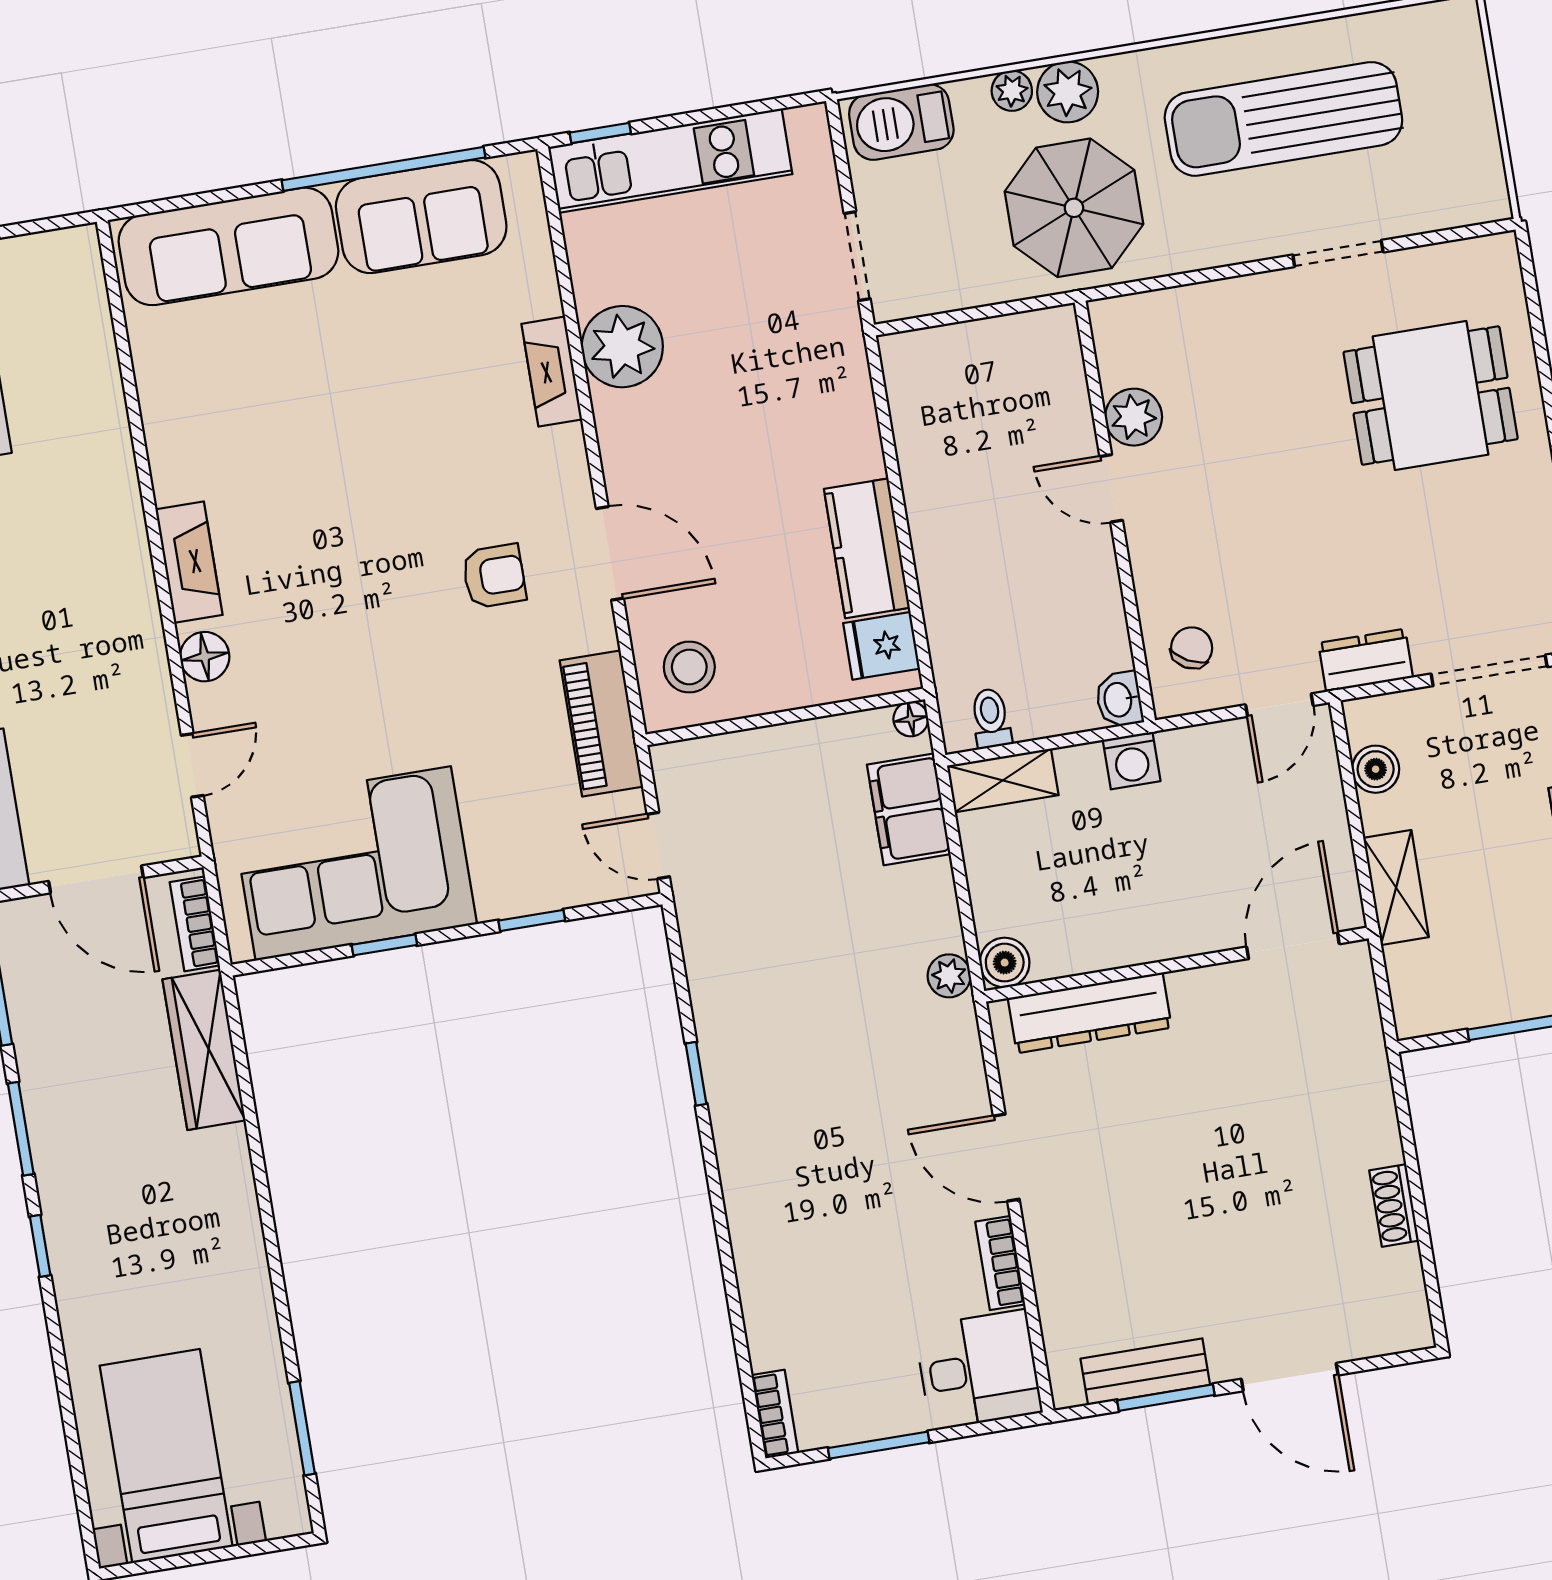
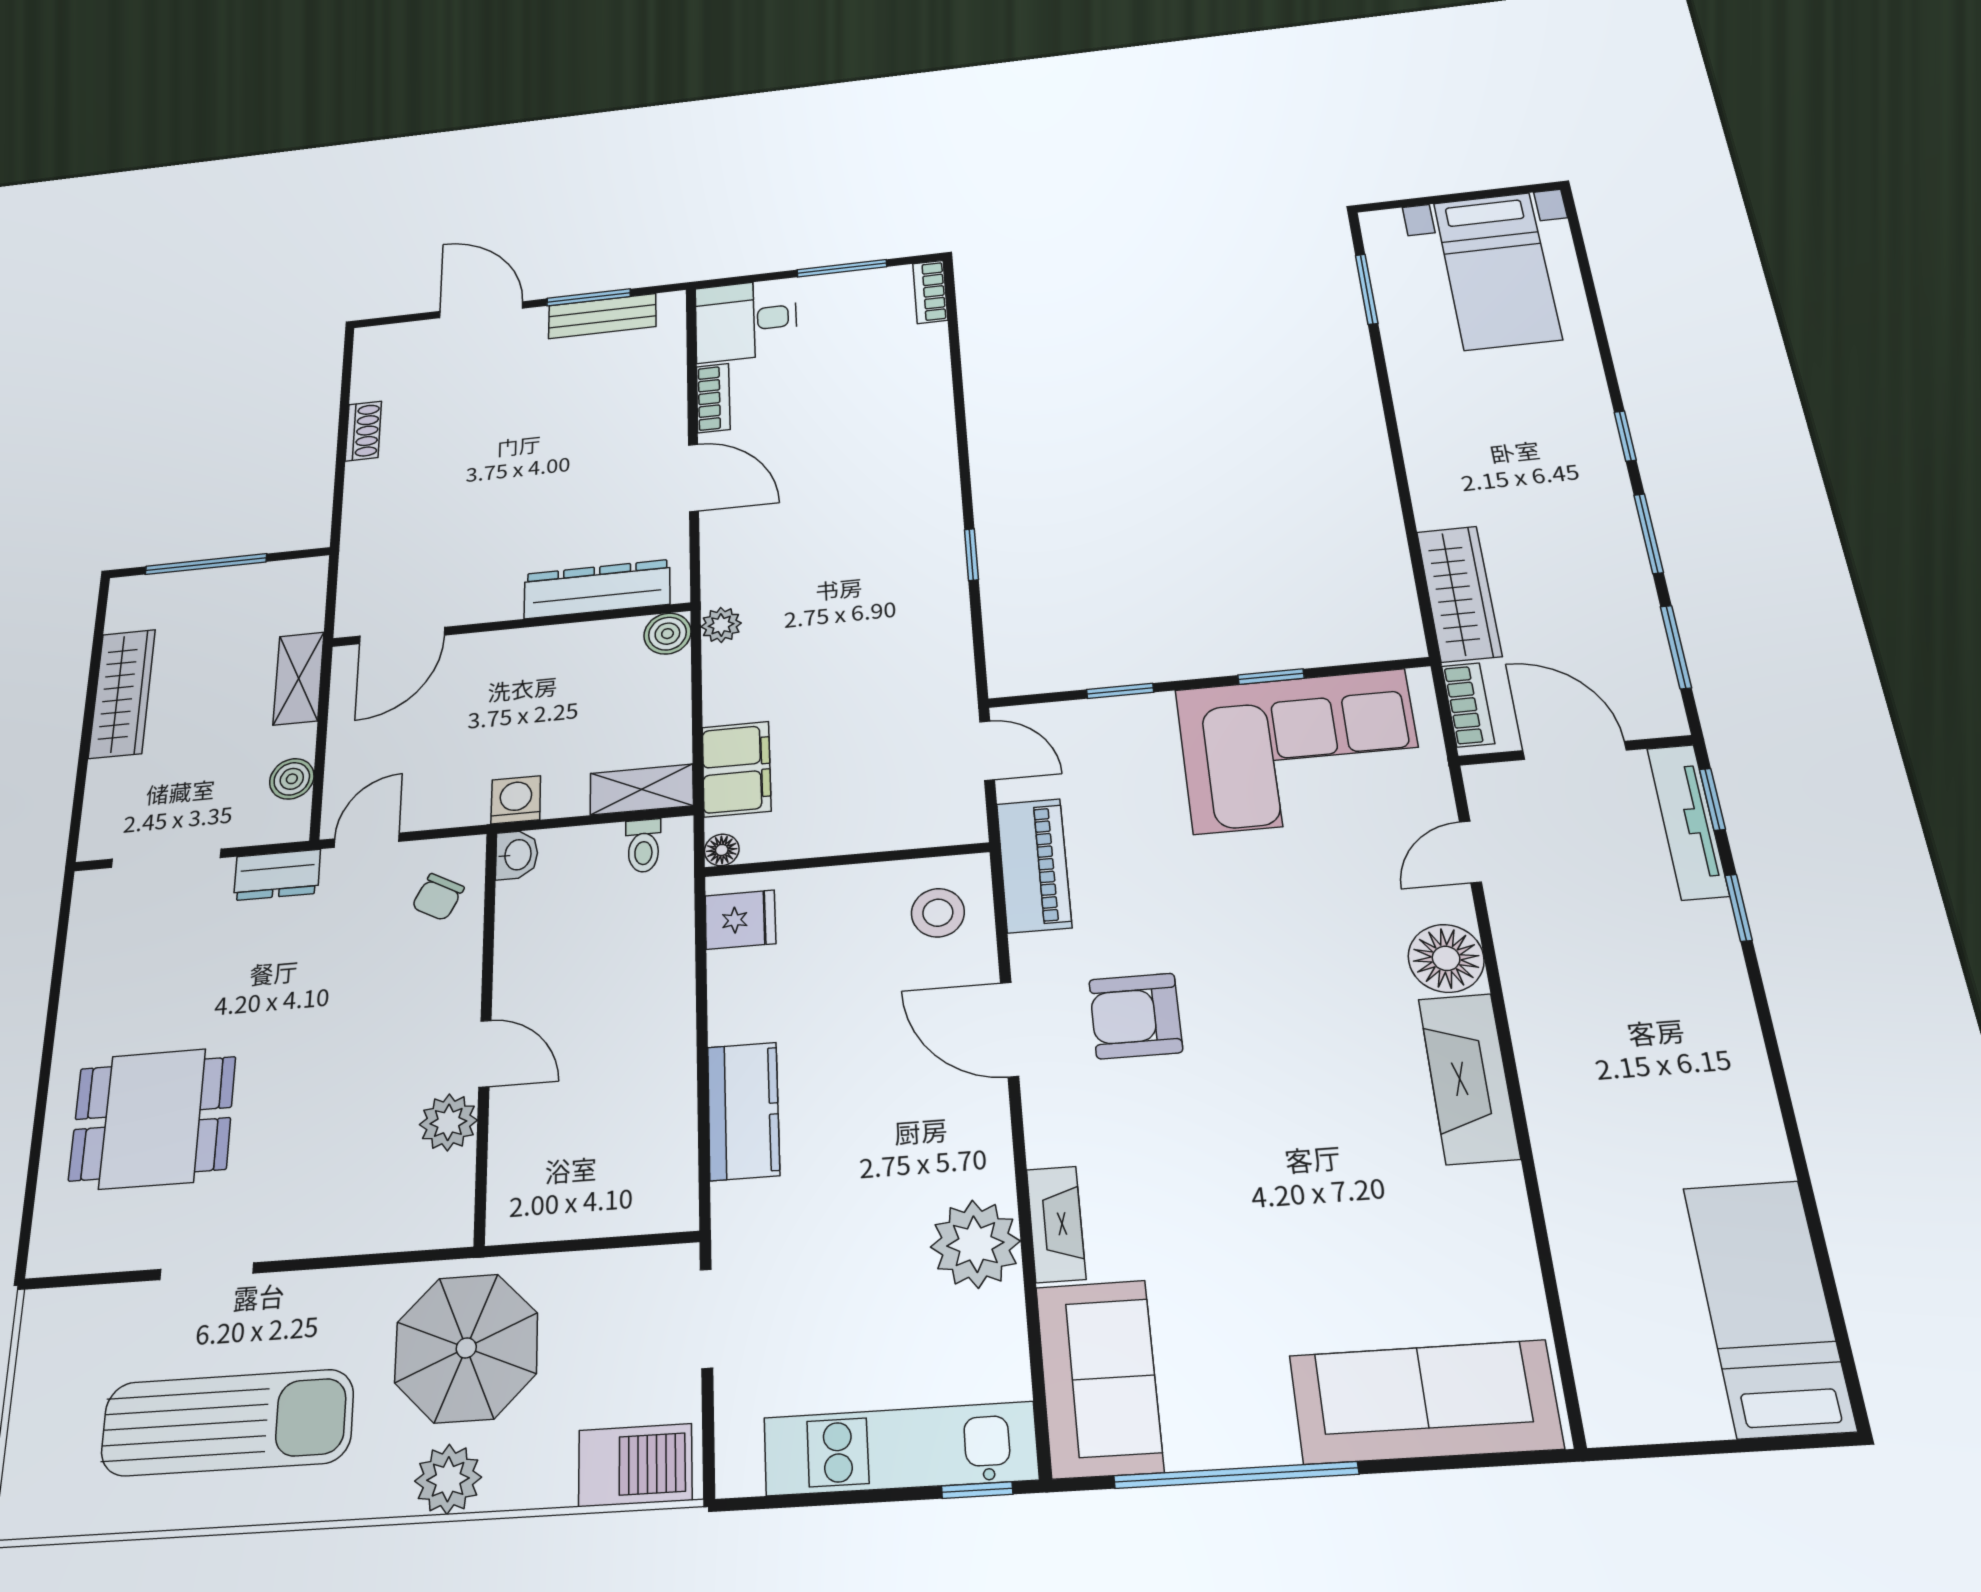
plant: (1012, 91) -> (508, 1488), removed
sofa: (421, 217) -> (1099, 1378), moved, turned 90
kitchen counter: (867, 548) -> (743, 1111), moved
fireplace: (189, 562) -> (1469, 1078), width x1.37, depth x1.32
armchair: (494, 576) -> (1136, 1016), width x1.38, depth x1.38
floor lamp: (205, 657) -> (1446, 958), width x1.38, depth x1.38

